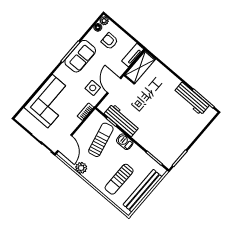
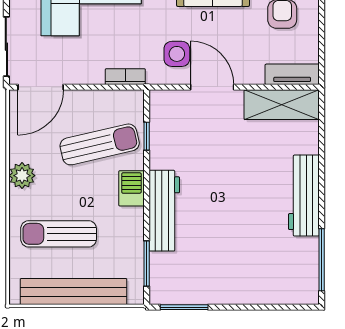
door: (114, 86) -> (212, 87), hinge flipped
workbench: (191, 99) -> (304, 196), moved
workbench: (122, 120) -> (164, 211), moved
plant: (81, 168) -> (22, 176), moved

